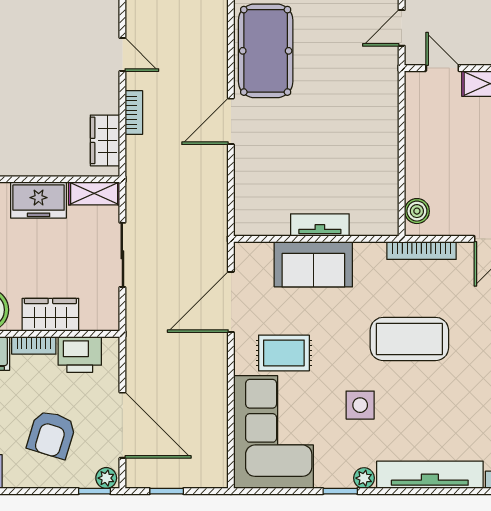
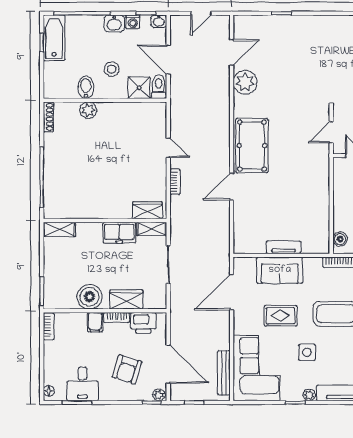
wardrobe: (105, 140) -> (147, 210), moved, turned 90
rug: (284, 353) -> (281, 316), moved
bench: (218, 440) -> (224, 373), added

